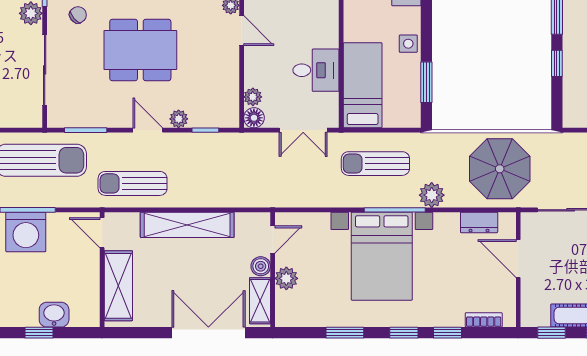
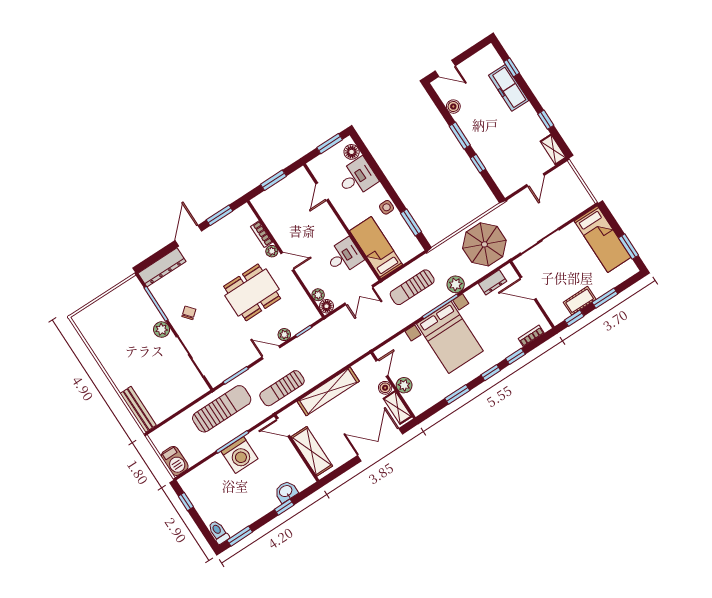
dining table: (140, 50) -> (252, 292), moved

